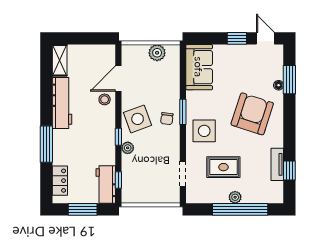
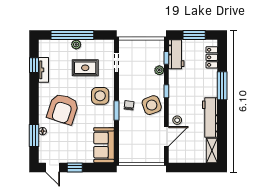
plant: (157, 53) -> (137, 156), removed
plant: (128, 148) -> (159, 70), moved

